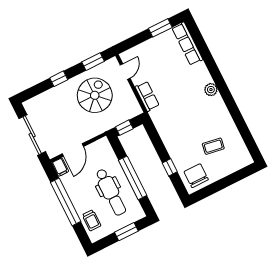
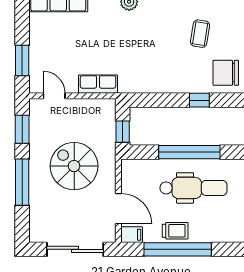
window: (160, 28) -> (22, 61), moved
window: (59, 79) -> (22, 182), width x2.17
spiral stairs: (95, 95) -> (74, 166), moved
trolley: (92, 220) -> (175, 231), moved

